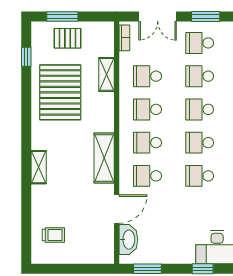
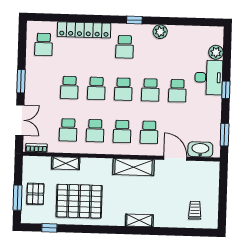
school desk: (200, 43) -> (177, 91), moved

